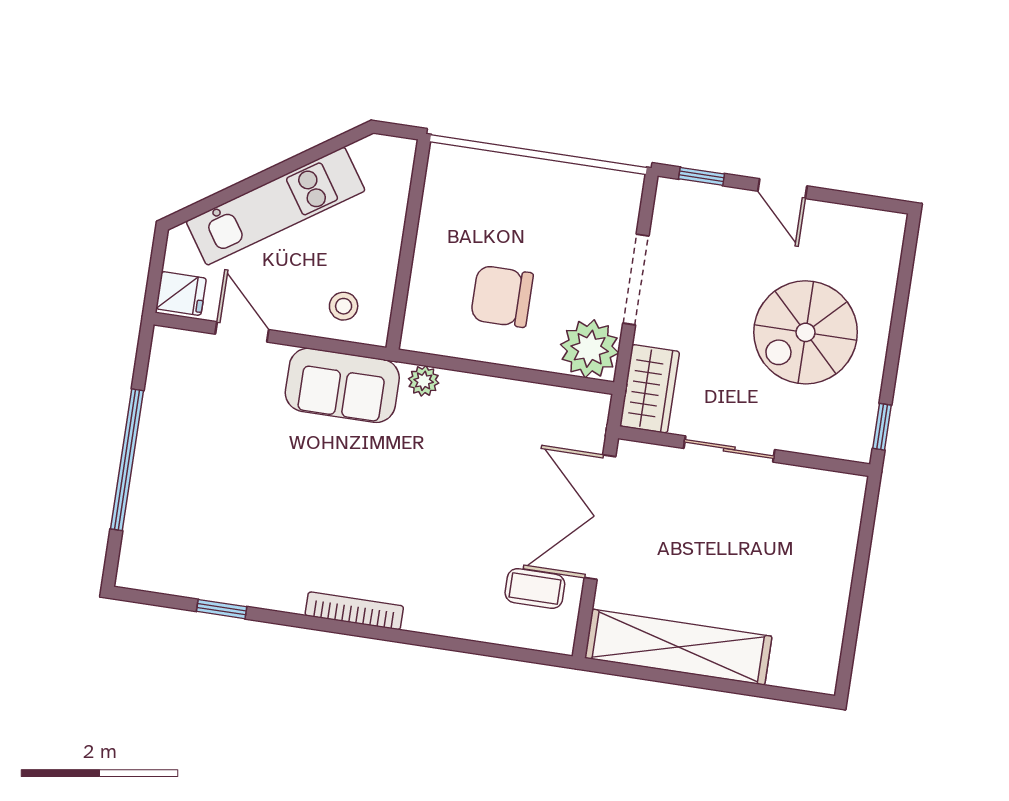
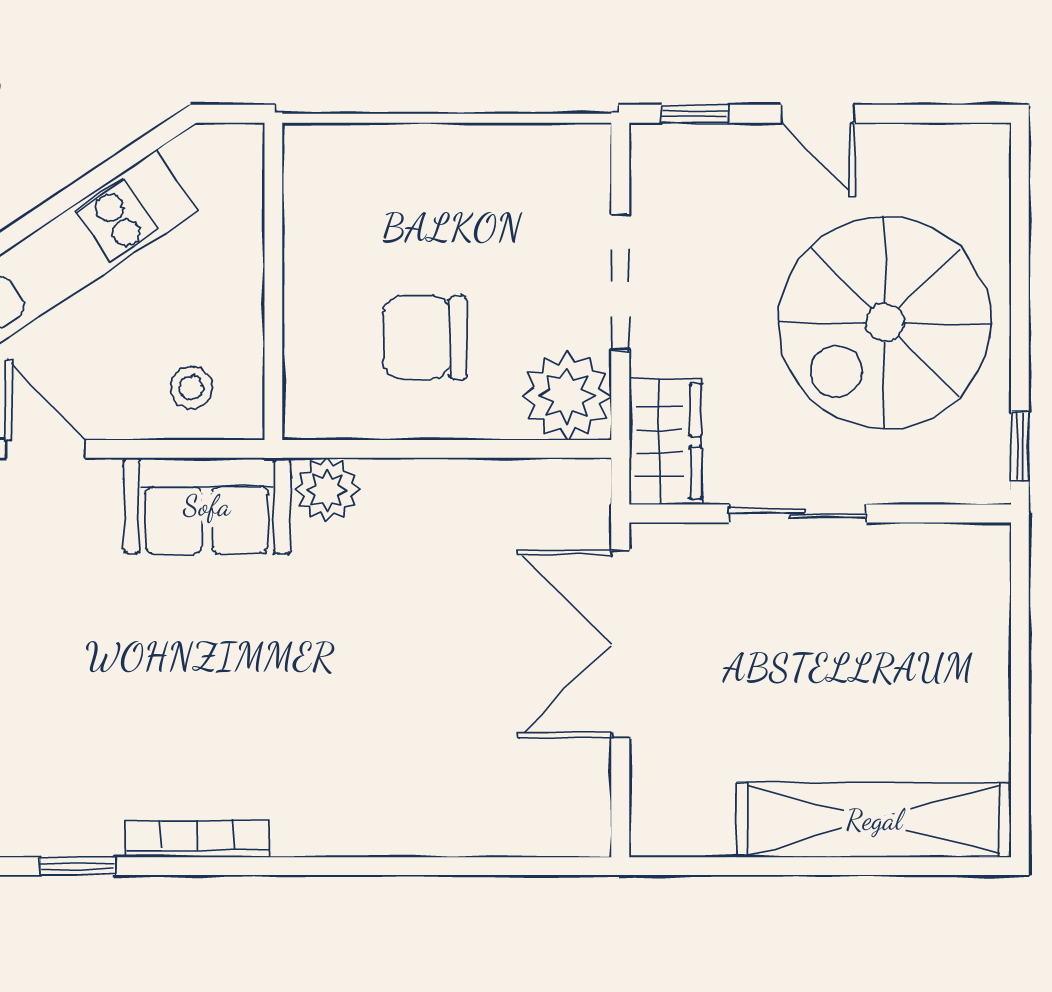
spiral stairs: (806, 332) -> (885, 323), width x1.37, depth x1.37
plant: (424, 381) -> (327, 490), width x1.38, depth x1.38
coffee table: (535, 588) -> (540, 765), removed
bookcase: (354, 611) -> (197, 839), moved
shelving: (678, 647) -> (874, 820), moved

